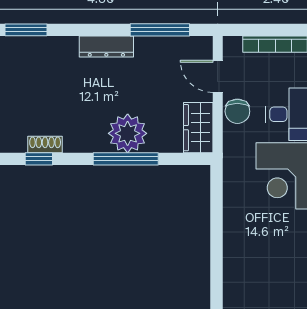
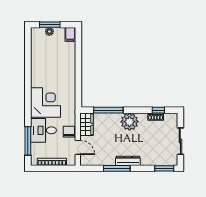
window: (160, 30) -> (117, 168), moved
plant: (128, 133) -> (130, 122), moved
window: (126, 159) -> (108, 110), moved

